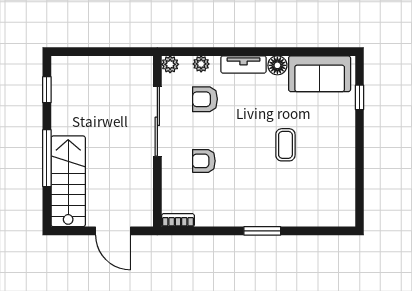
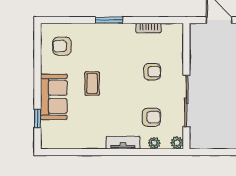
floor lamp: (277, 65) -> (98, 142), removed
sofa: (320, 74) -> (54, 97), moved, turned 90
armchair: (326, 196) -> (62, 46), added
bookcase: (178, 220) -> (149, 28), moved

